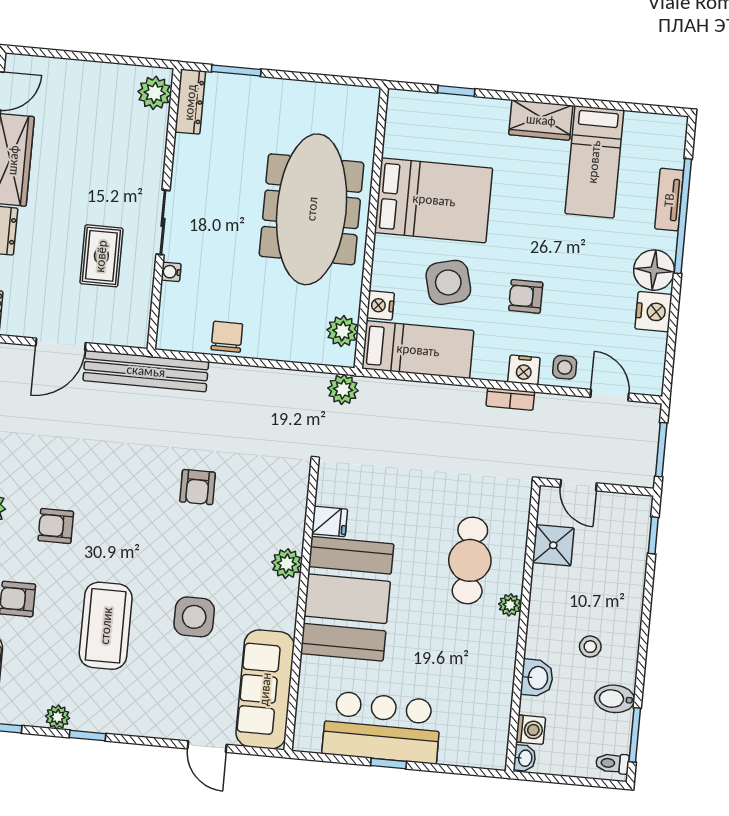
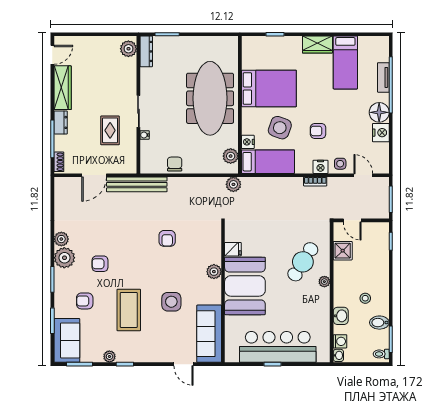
side table: (448, 282) -> (280, 128), turned 34
cafe table: (470, 560) -> (303, 262), turned 32
bar counter: (382, 727) -> (278, 347), width x1.36

